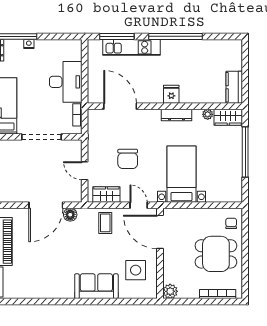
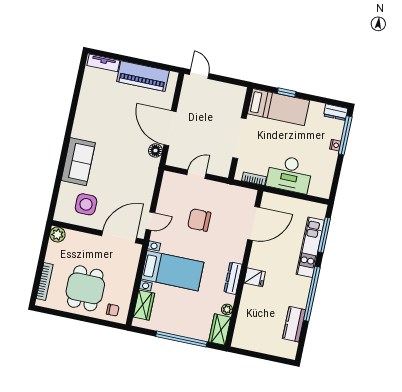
kitchen counter: (234, 87) -> (294, 324), moved, turned -90
wardrobe: (106, 195) -> (144, 305), moved
coffee table: (105, 223) -> (140, 184), removed

